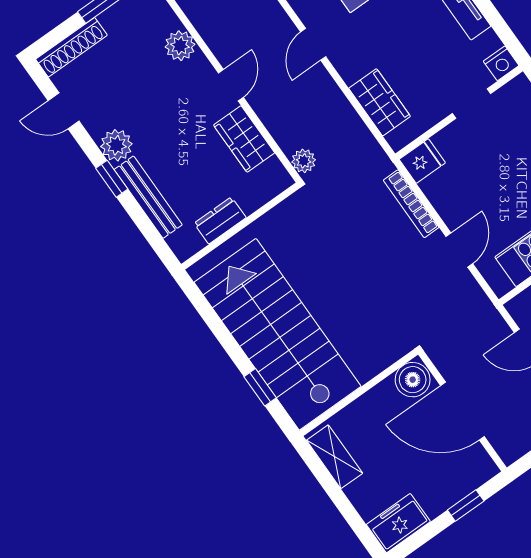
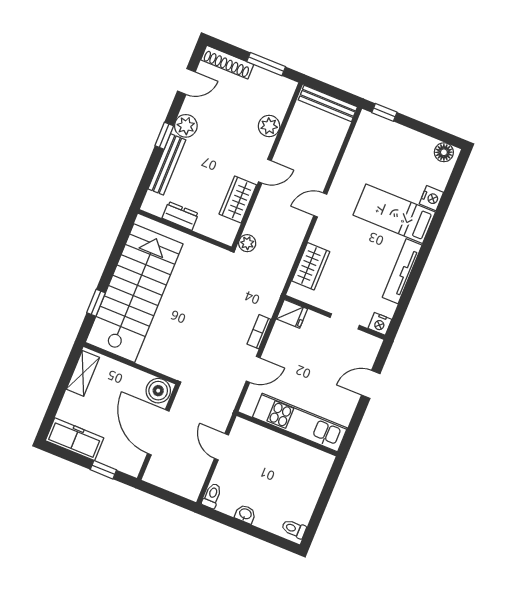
door: (64, 111) -> (186, 81), swing flipped
bookcase: (411, 204) -> (259, 332), width x0.64
freezer: (398, 523) -> (75, 439), width x1.40

